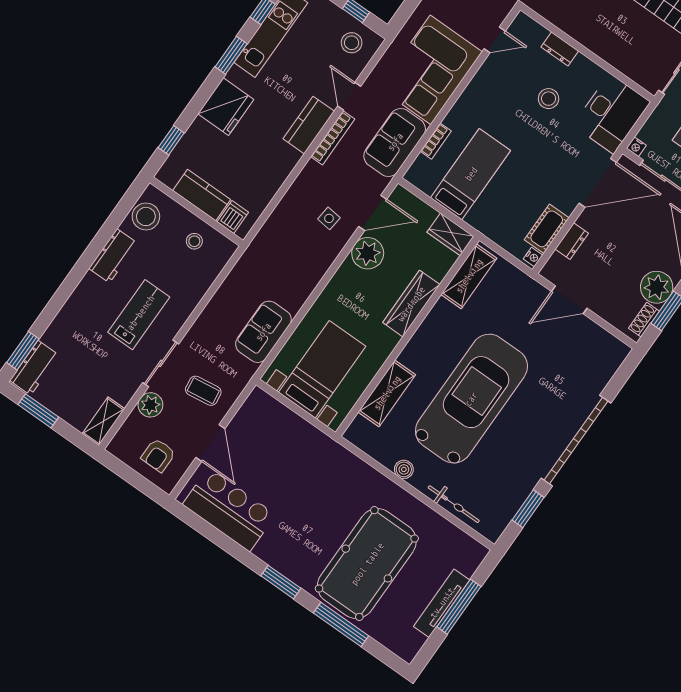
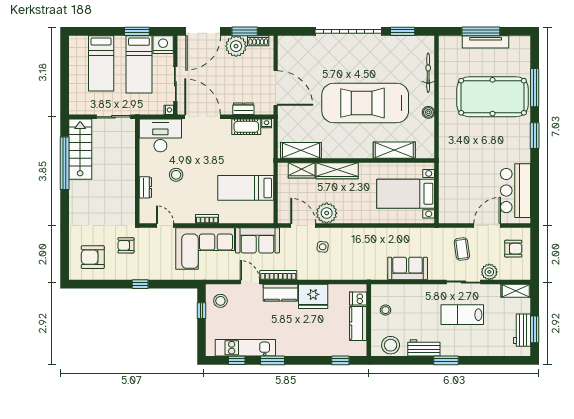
door: (349, 96) -> (250, 282), swing flipped
fridge: (226, 107) -> (313, 296), moved, turned 180
bookcase: (436, 141) -> (207, 219), moved
wardrobe: (450, 234) -> (302, 170), moved, turned 90
door: (569, 300) -> (276, 88), width x1.36
lab bench: (139, 315) -> (462, 315), moved
sofa: (263, 332) -> (408, 268), moved, turned 180
window: (23, 351) -> (446, 360), moved
workbench: (34, 368) -> (522, 330), moved, turned -90

